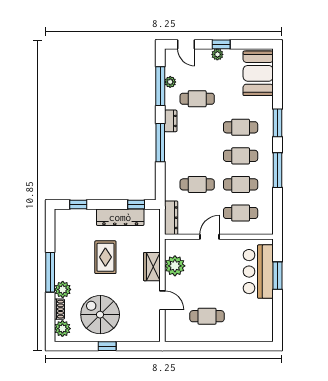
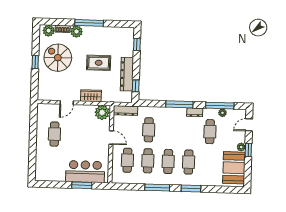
booth: (258, 73) -> (234, 168), moved, turned 90
plant: (175, 266) -> (102, 112), moved
spiral stairs: (100, 315) -> (58, 58), turned -90

